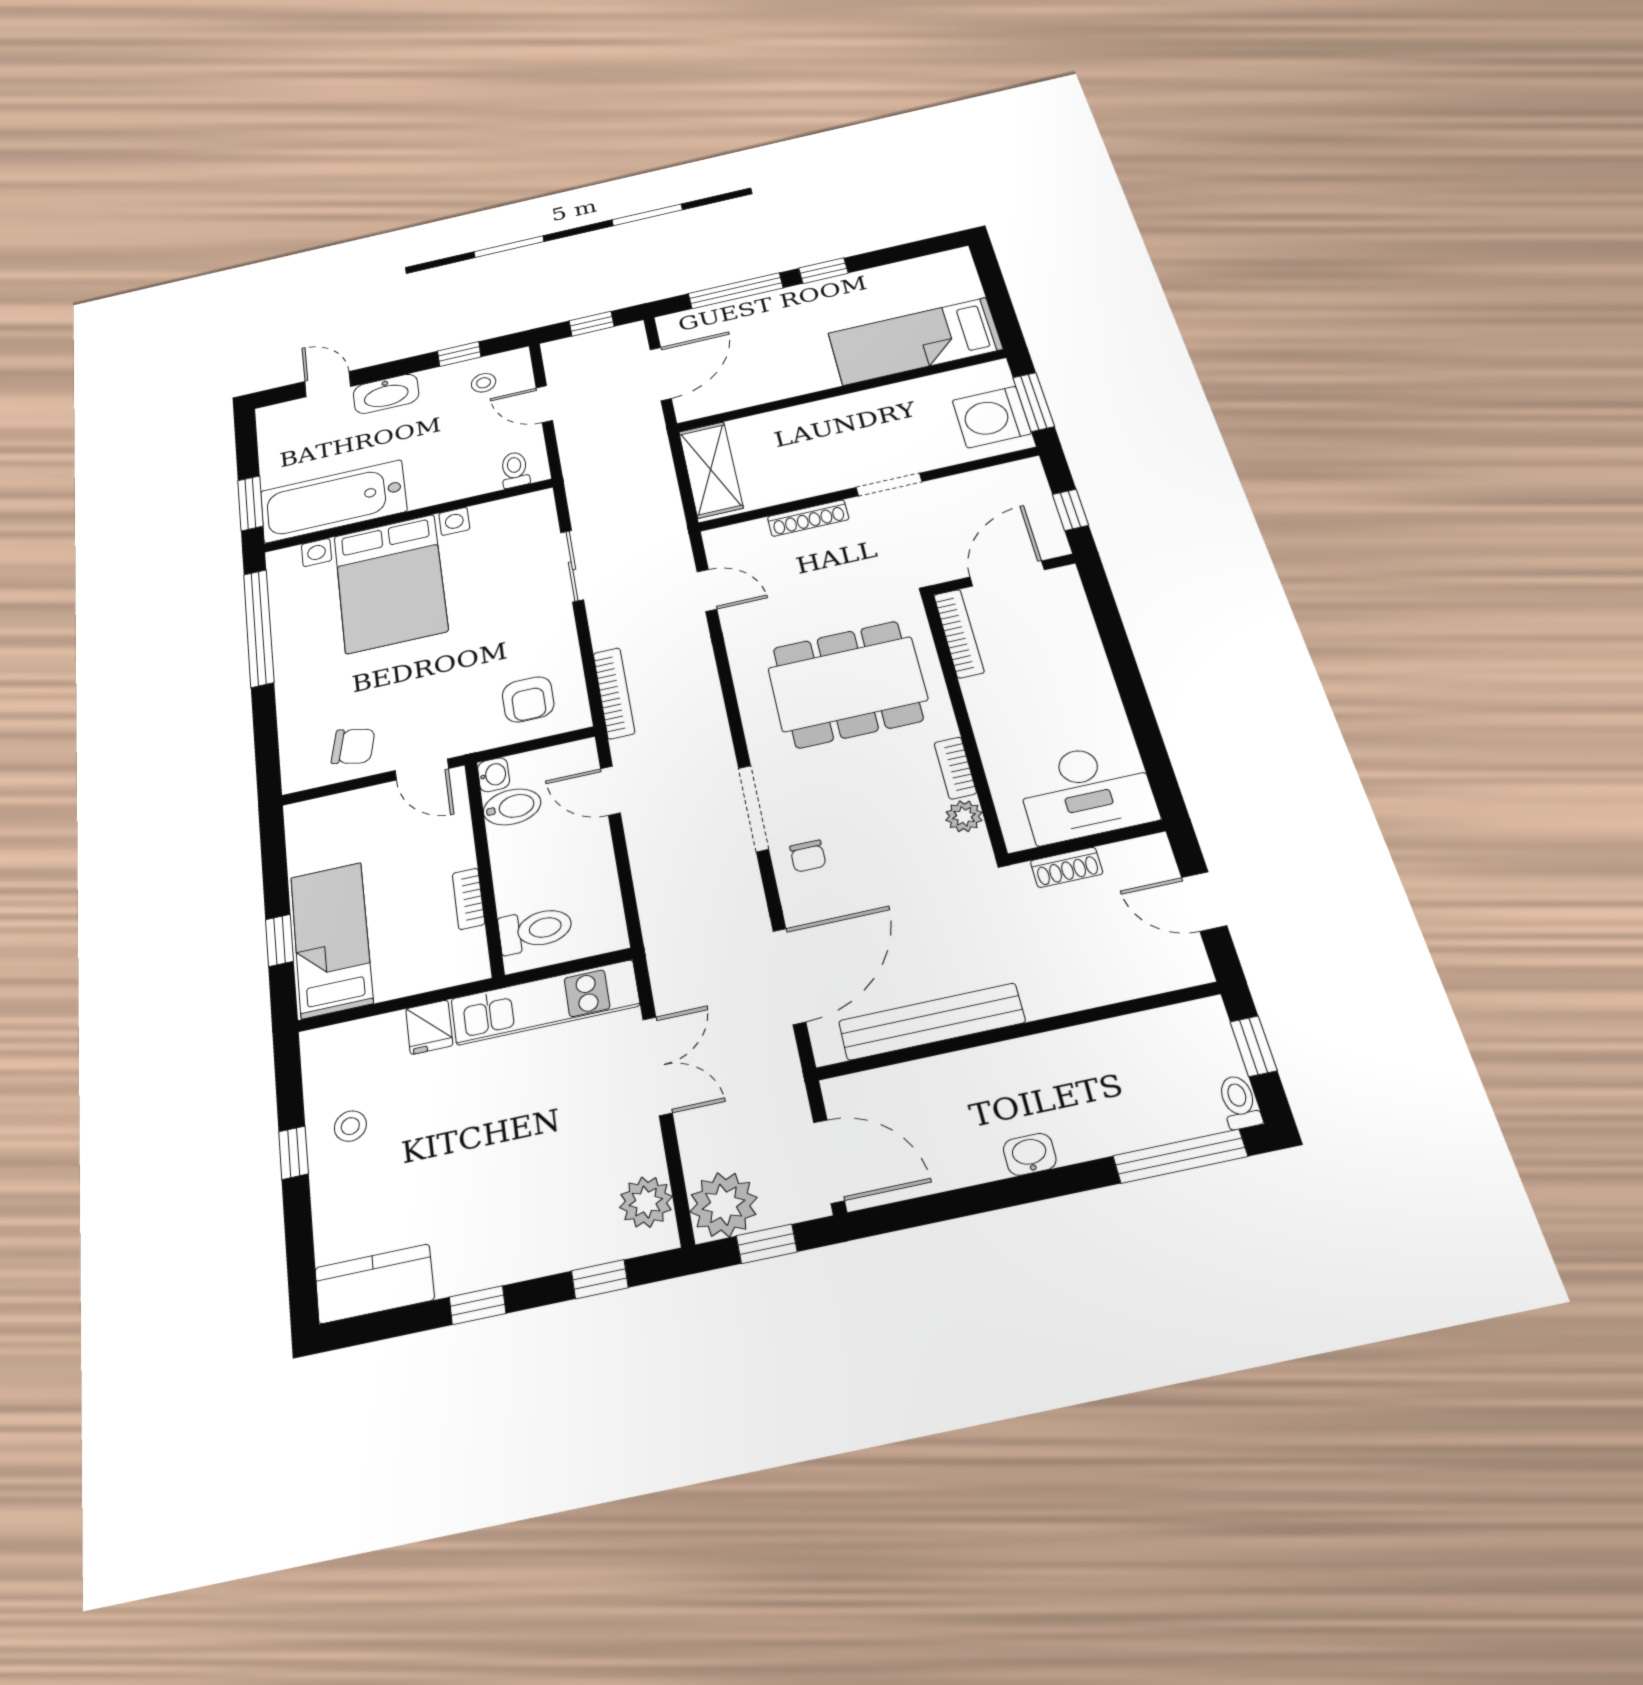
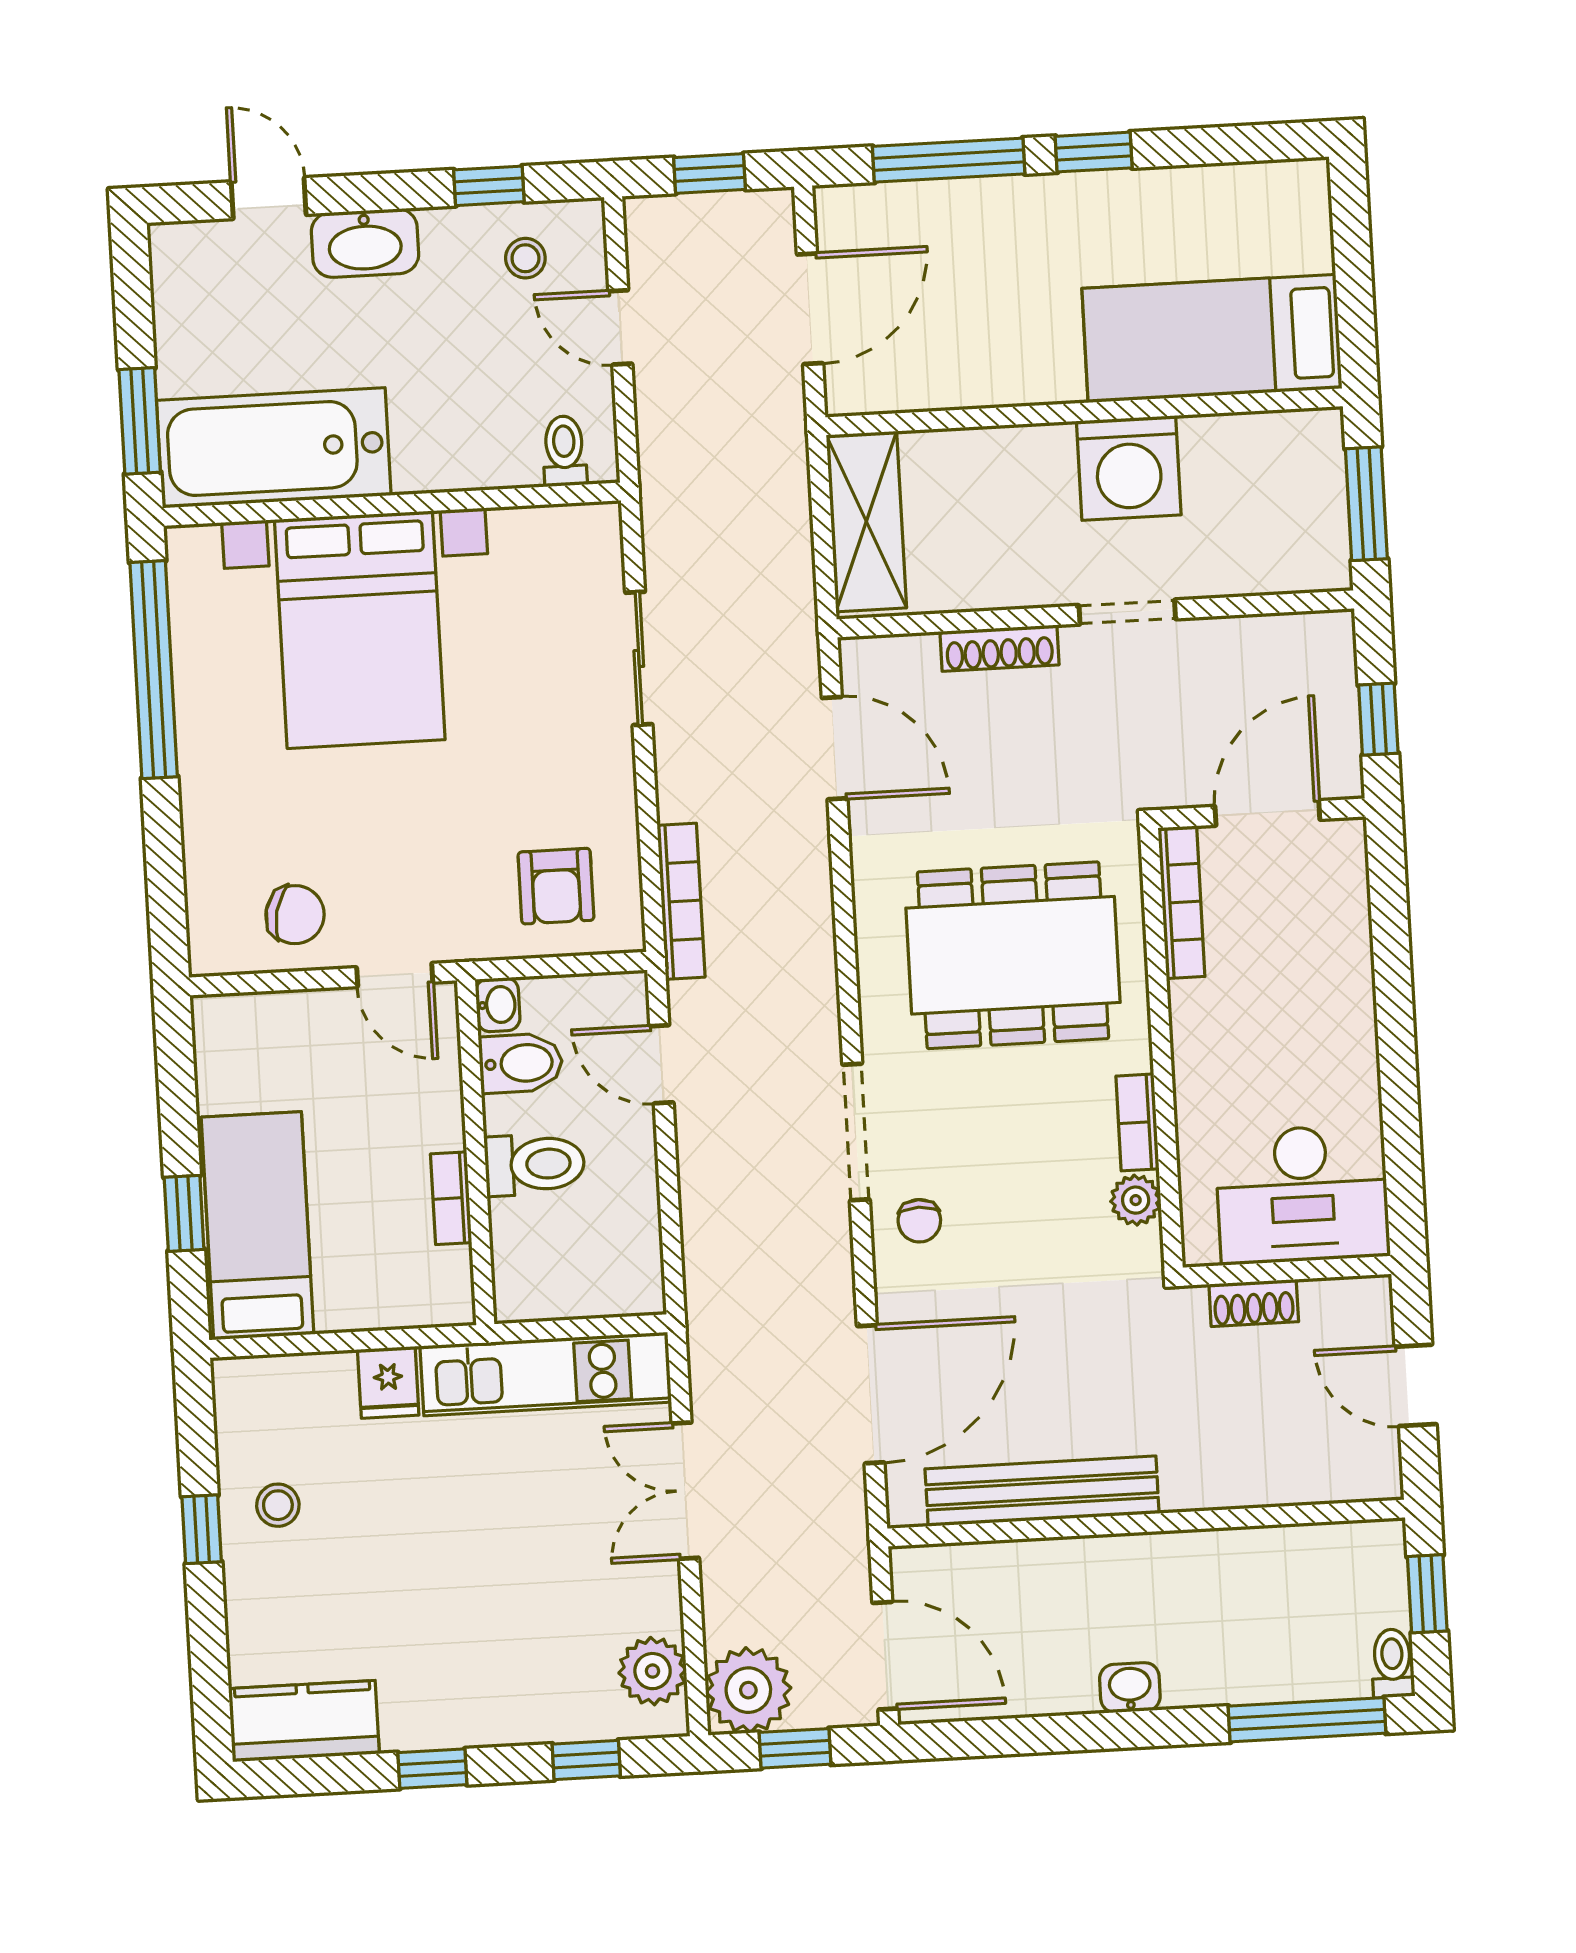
washing machine: (992, 417) -> (1129, 468), moved, turned -90
door: (707, 590) -> (835, 748), width x1.38
toilet: (535, 930) -> (535, 1164), moved
double door: (657, 1066) -> (685, 1491), swing flipped

